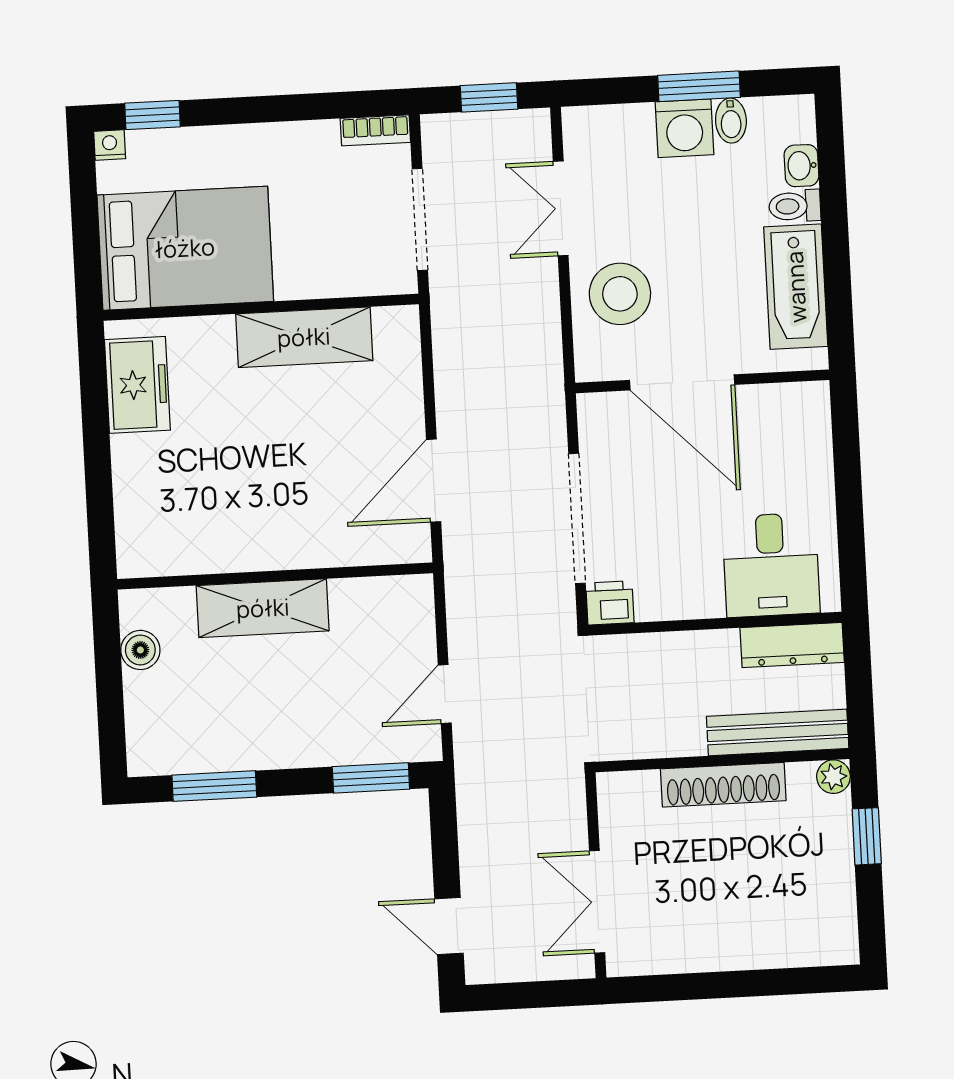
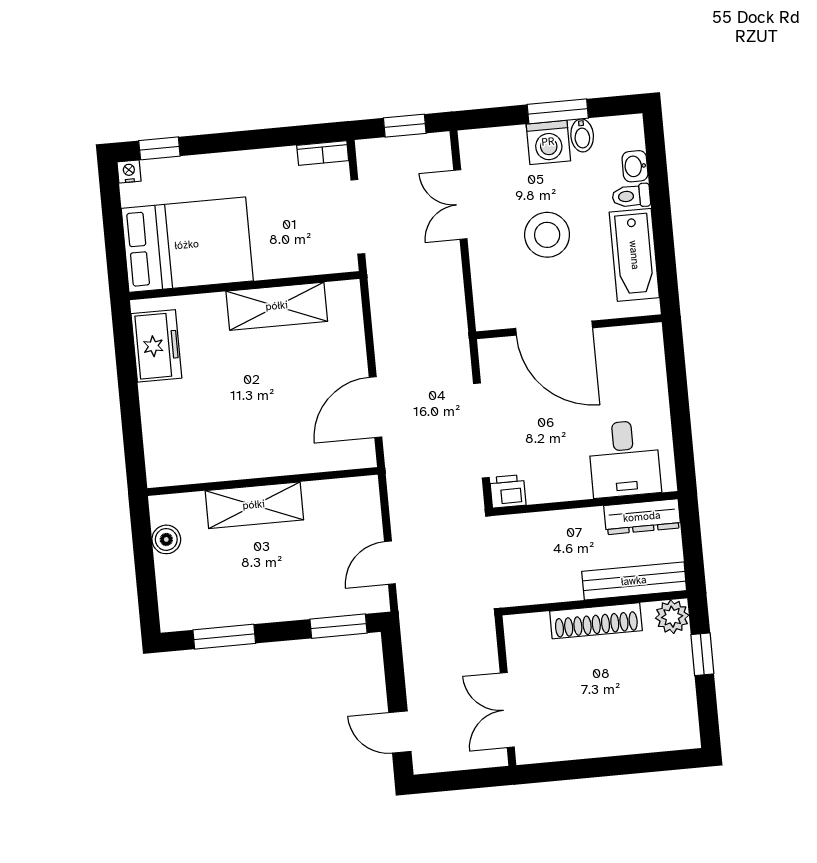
stool: (620, 294) -> (547, 235), moved
plant: (833, 777) -> (672, 617), width x1.38, depth x1.38

